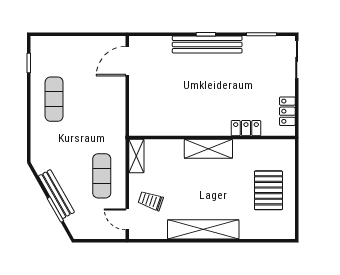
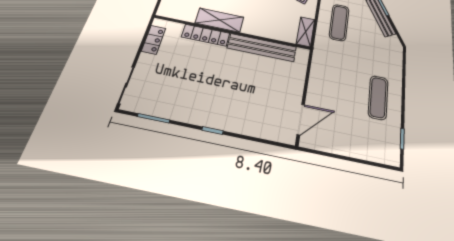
bench: (207, 44) -> (262, 48), moved
locker: (246, 128) -> (206, 35), width x1.53
shelving: (208, 149) -> (220, 20), moved

